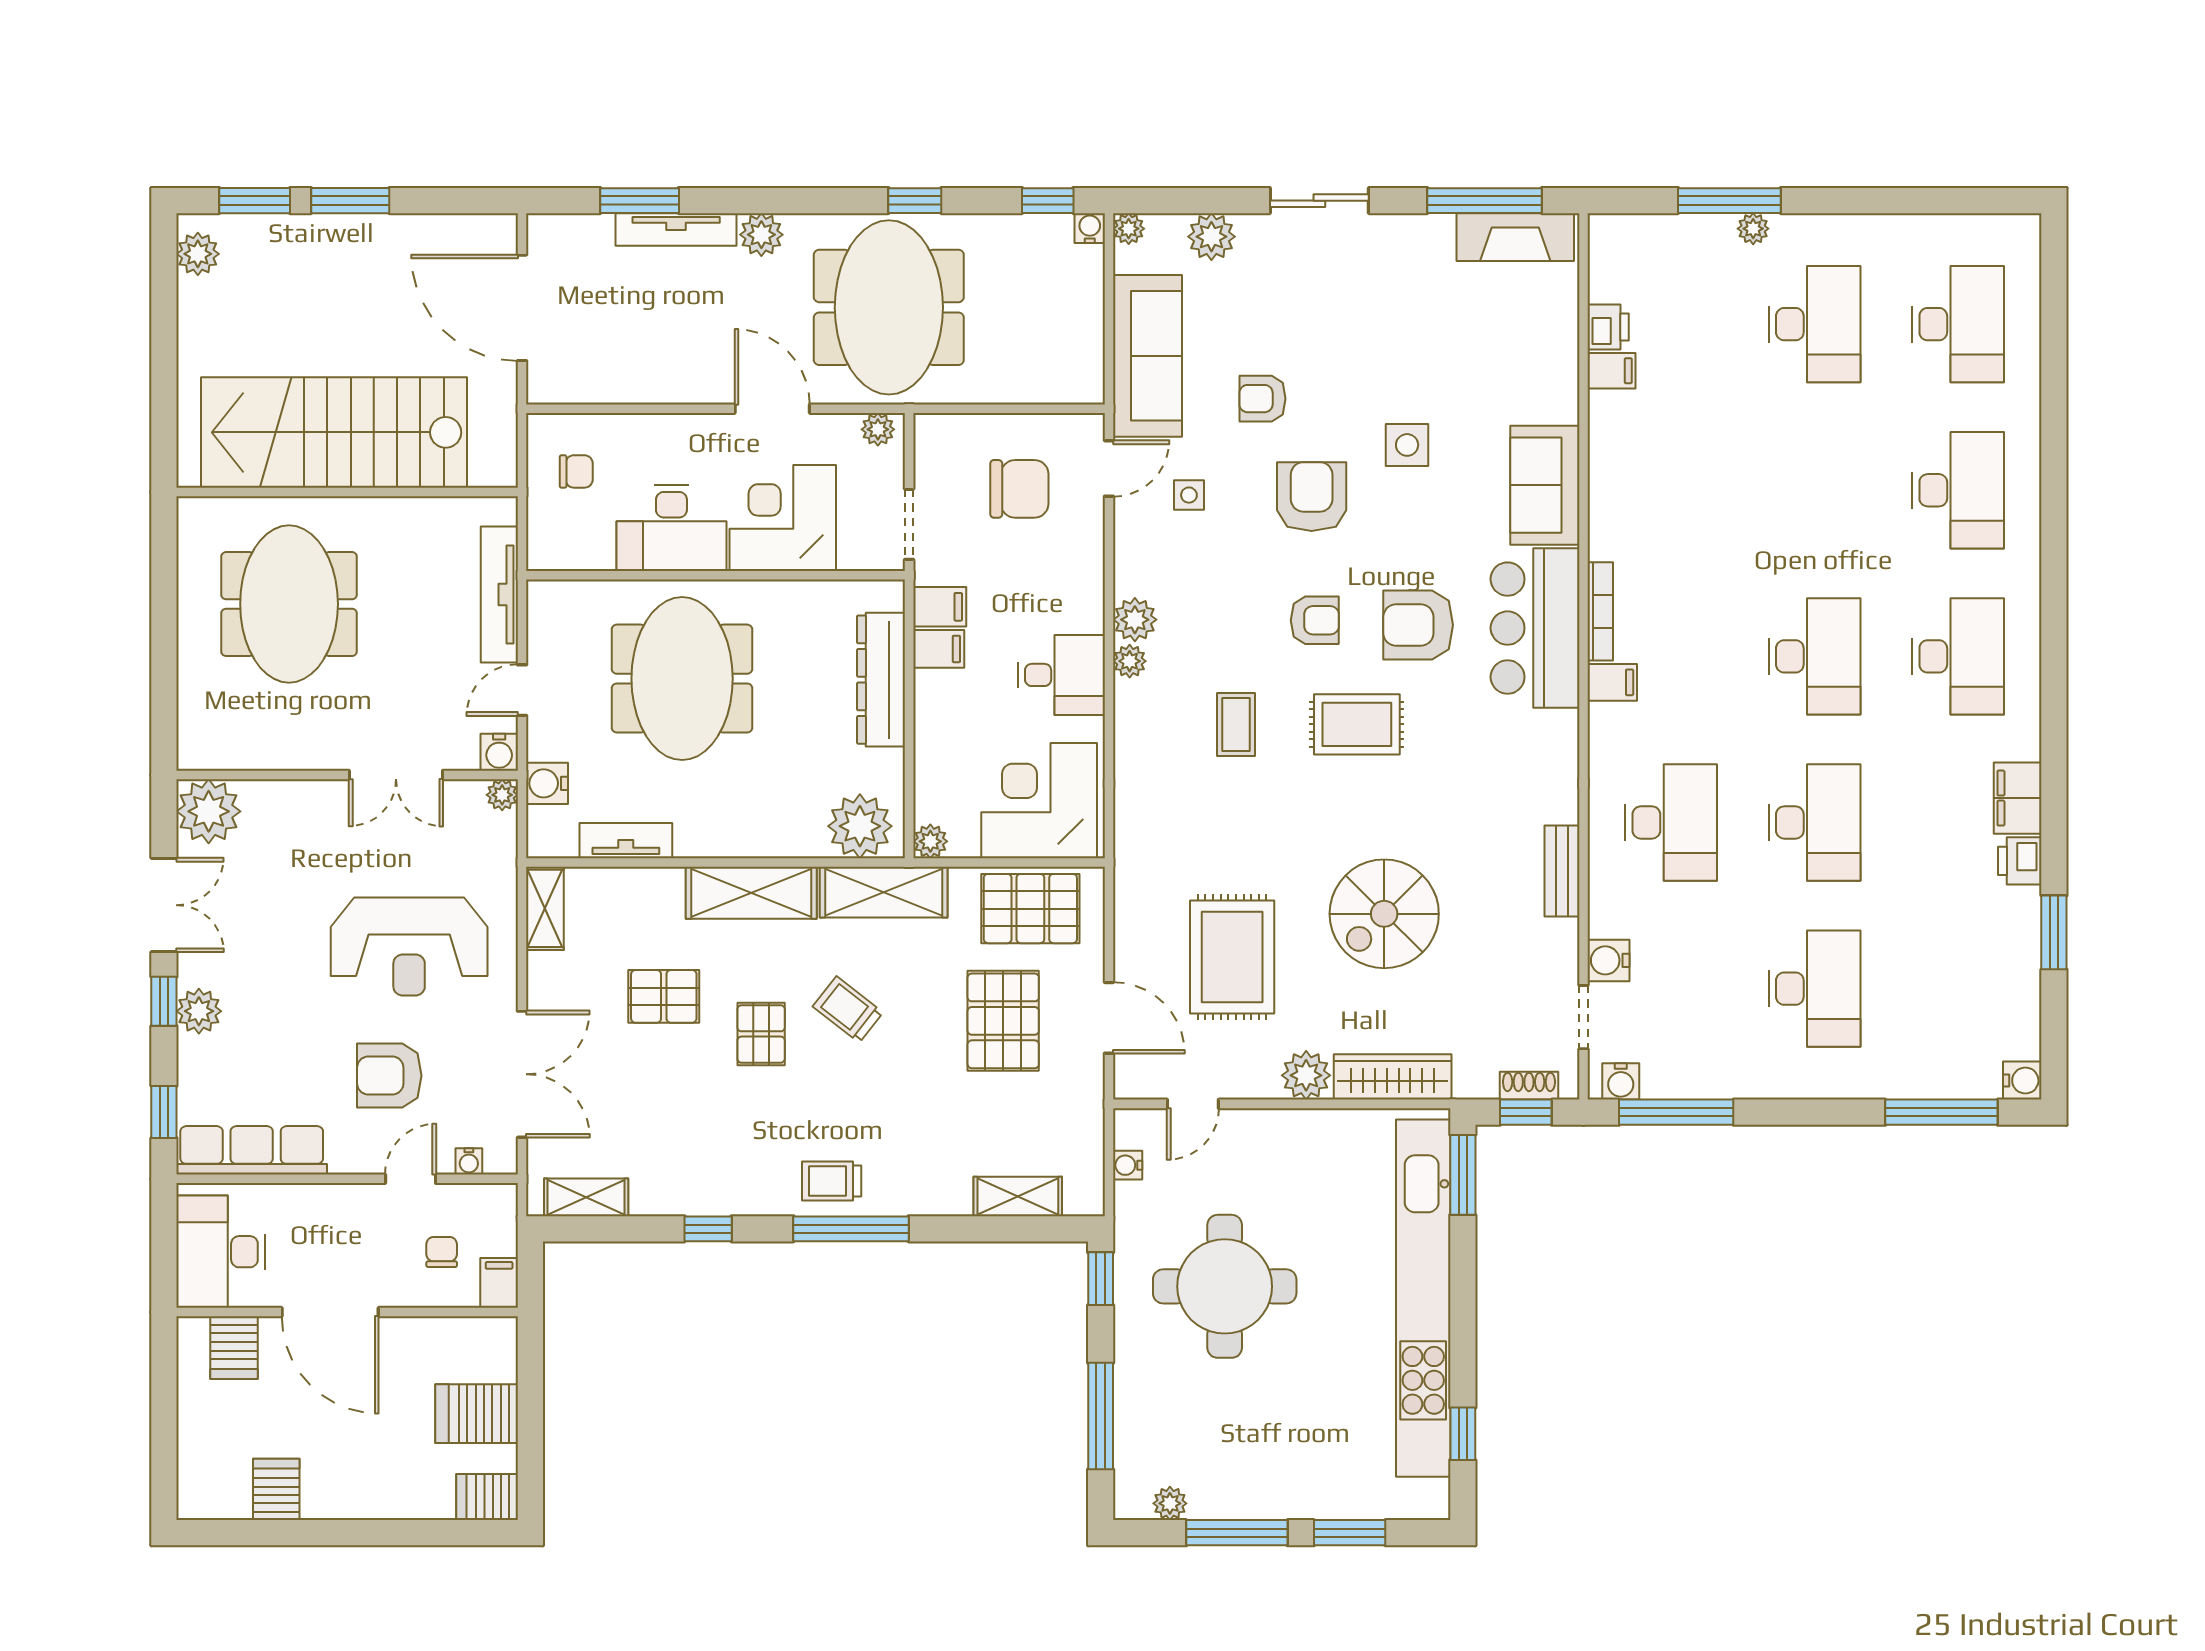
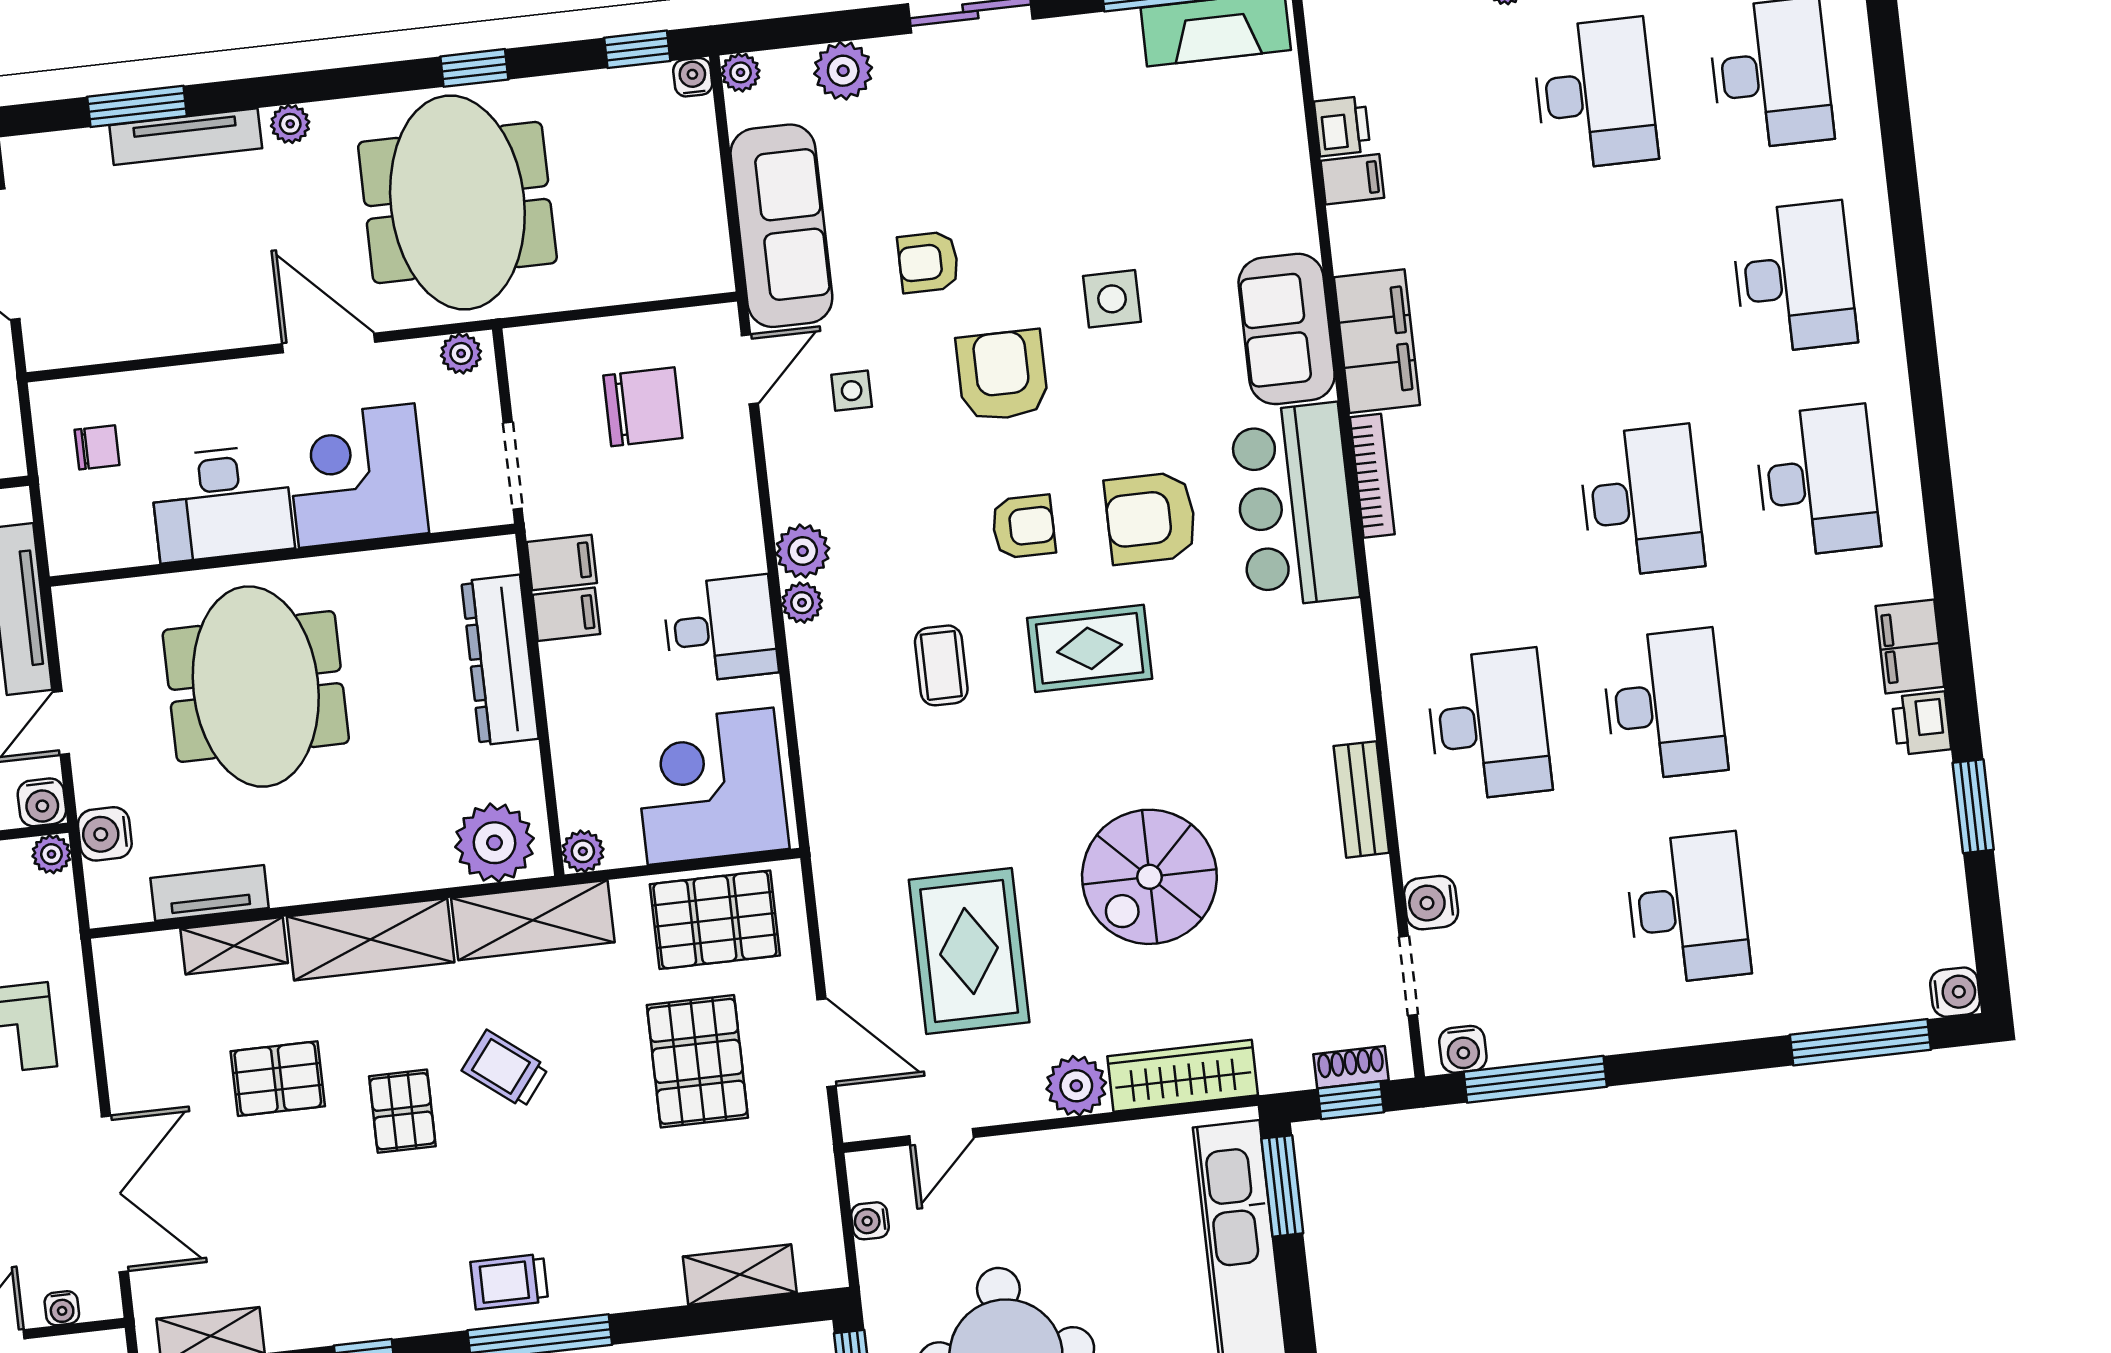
plant: (761, 235) -> (290, 124), width x0.73, depth x0.73
filing cabinet: (1612, 682) -> (1377, 341), moved, width x3.00, depth x1.17
shelving: (545, 908) -> (234, 946), moved, turned 90

